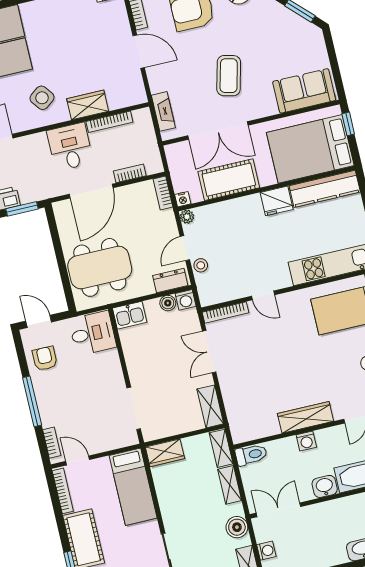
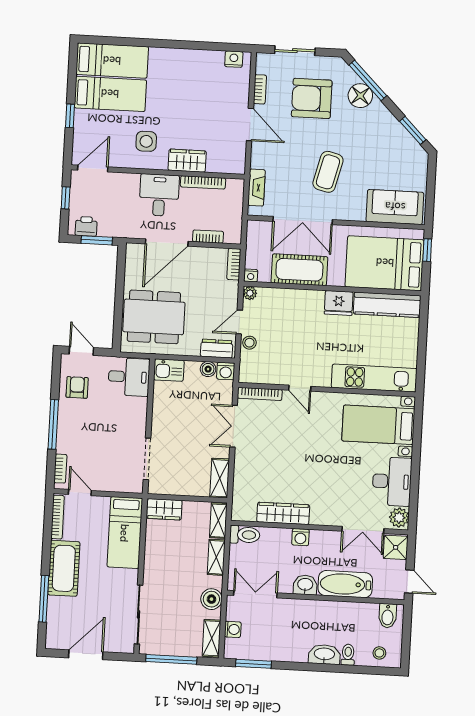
side table: (42, 98) -> (146, 141), turned 37
wardrobe: (306, 417) -> (283, 513), moved

